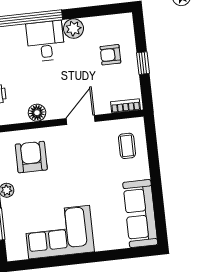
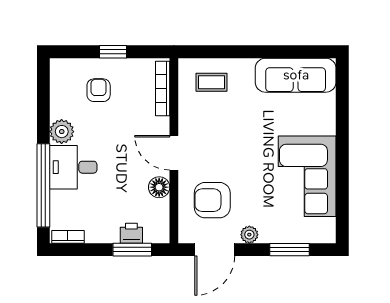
armchair: (110, 55) -> (99, 90), turned 180
bookcase: (126, 106) -> (163, 89), width x1.56
door: (81, 120) -> (174, 153), moved

